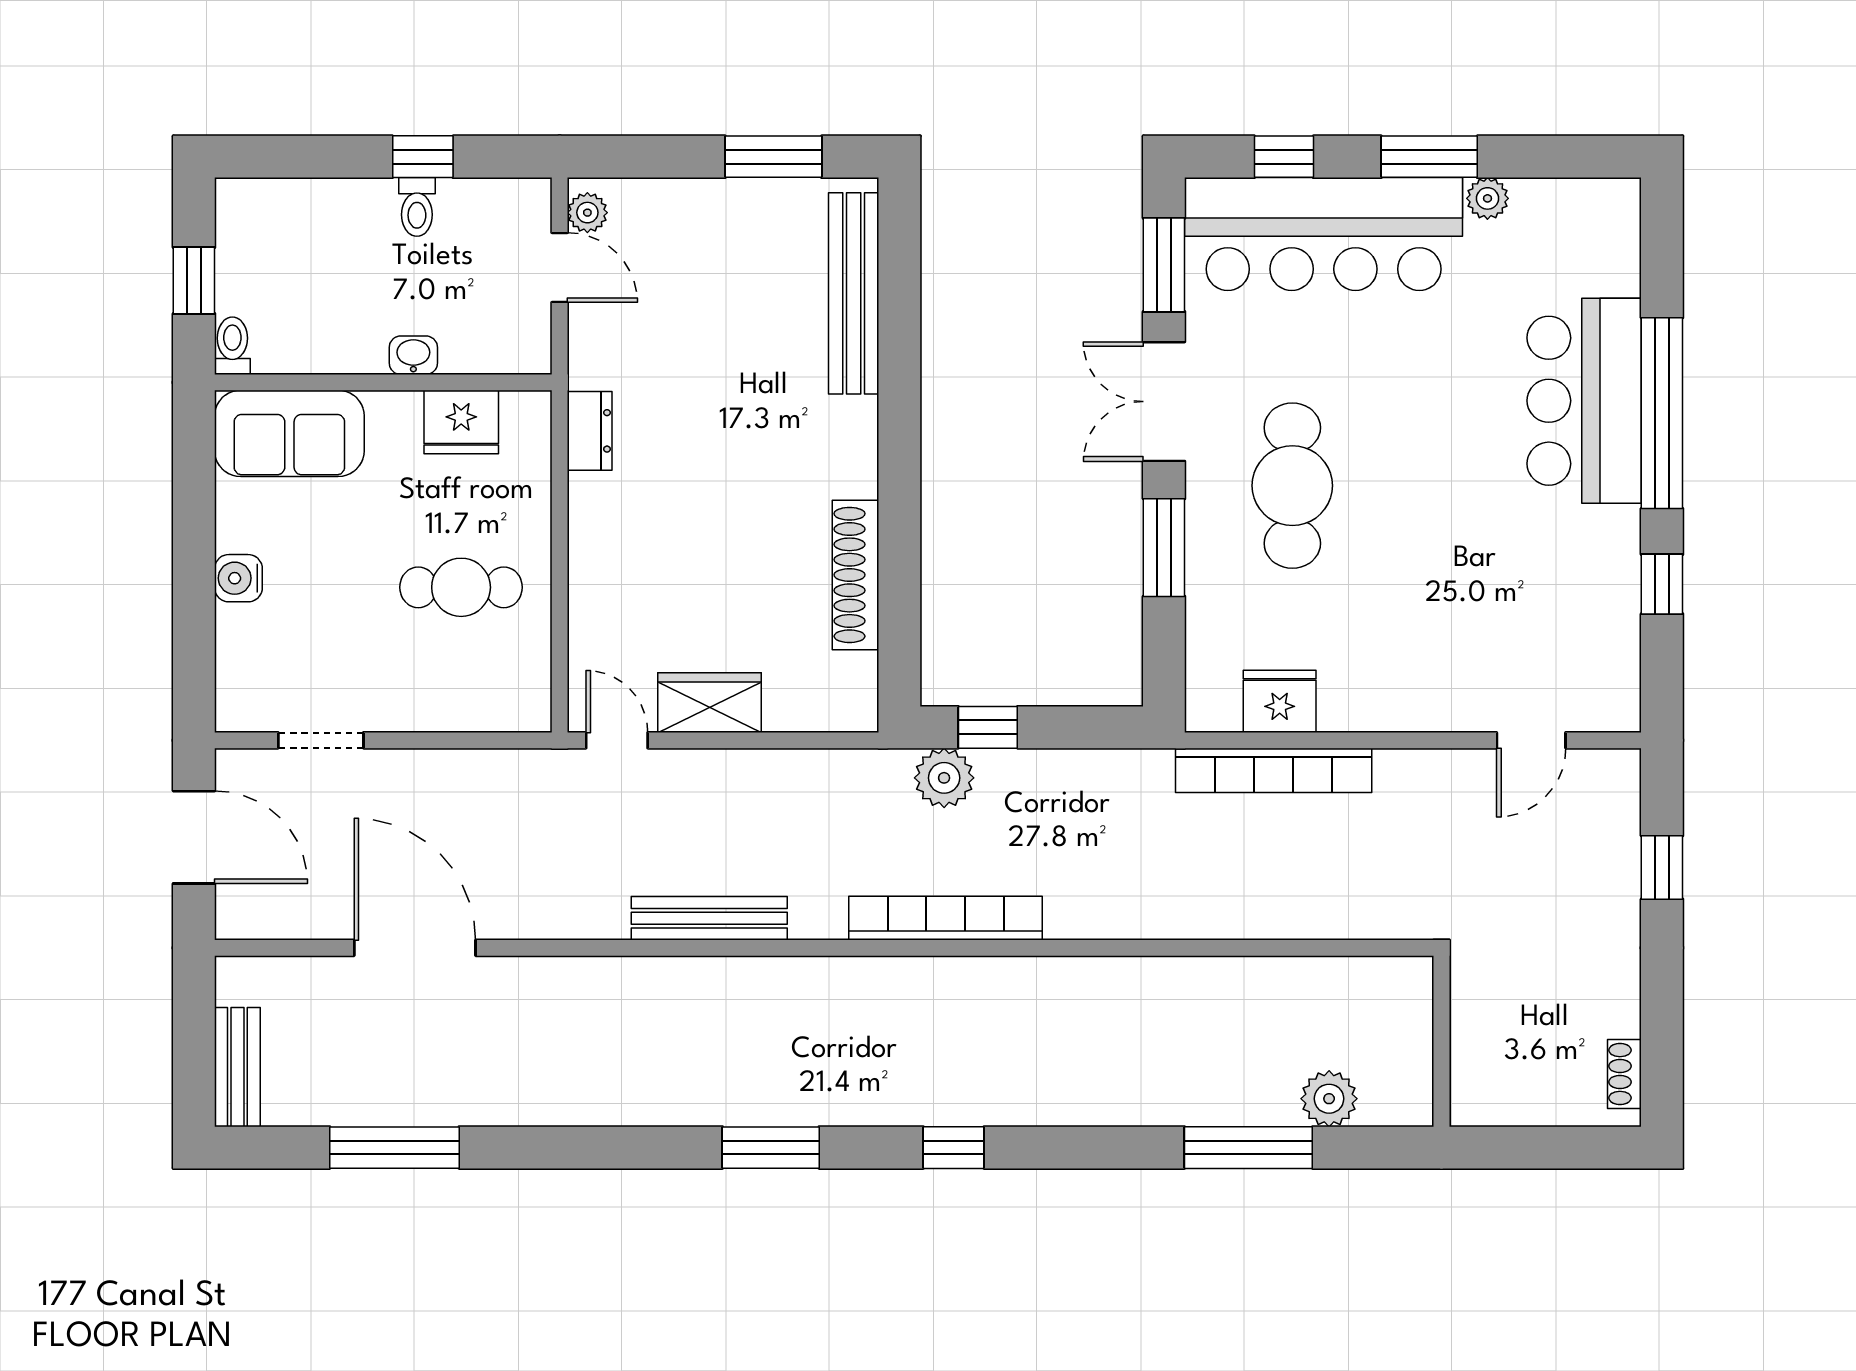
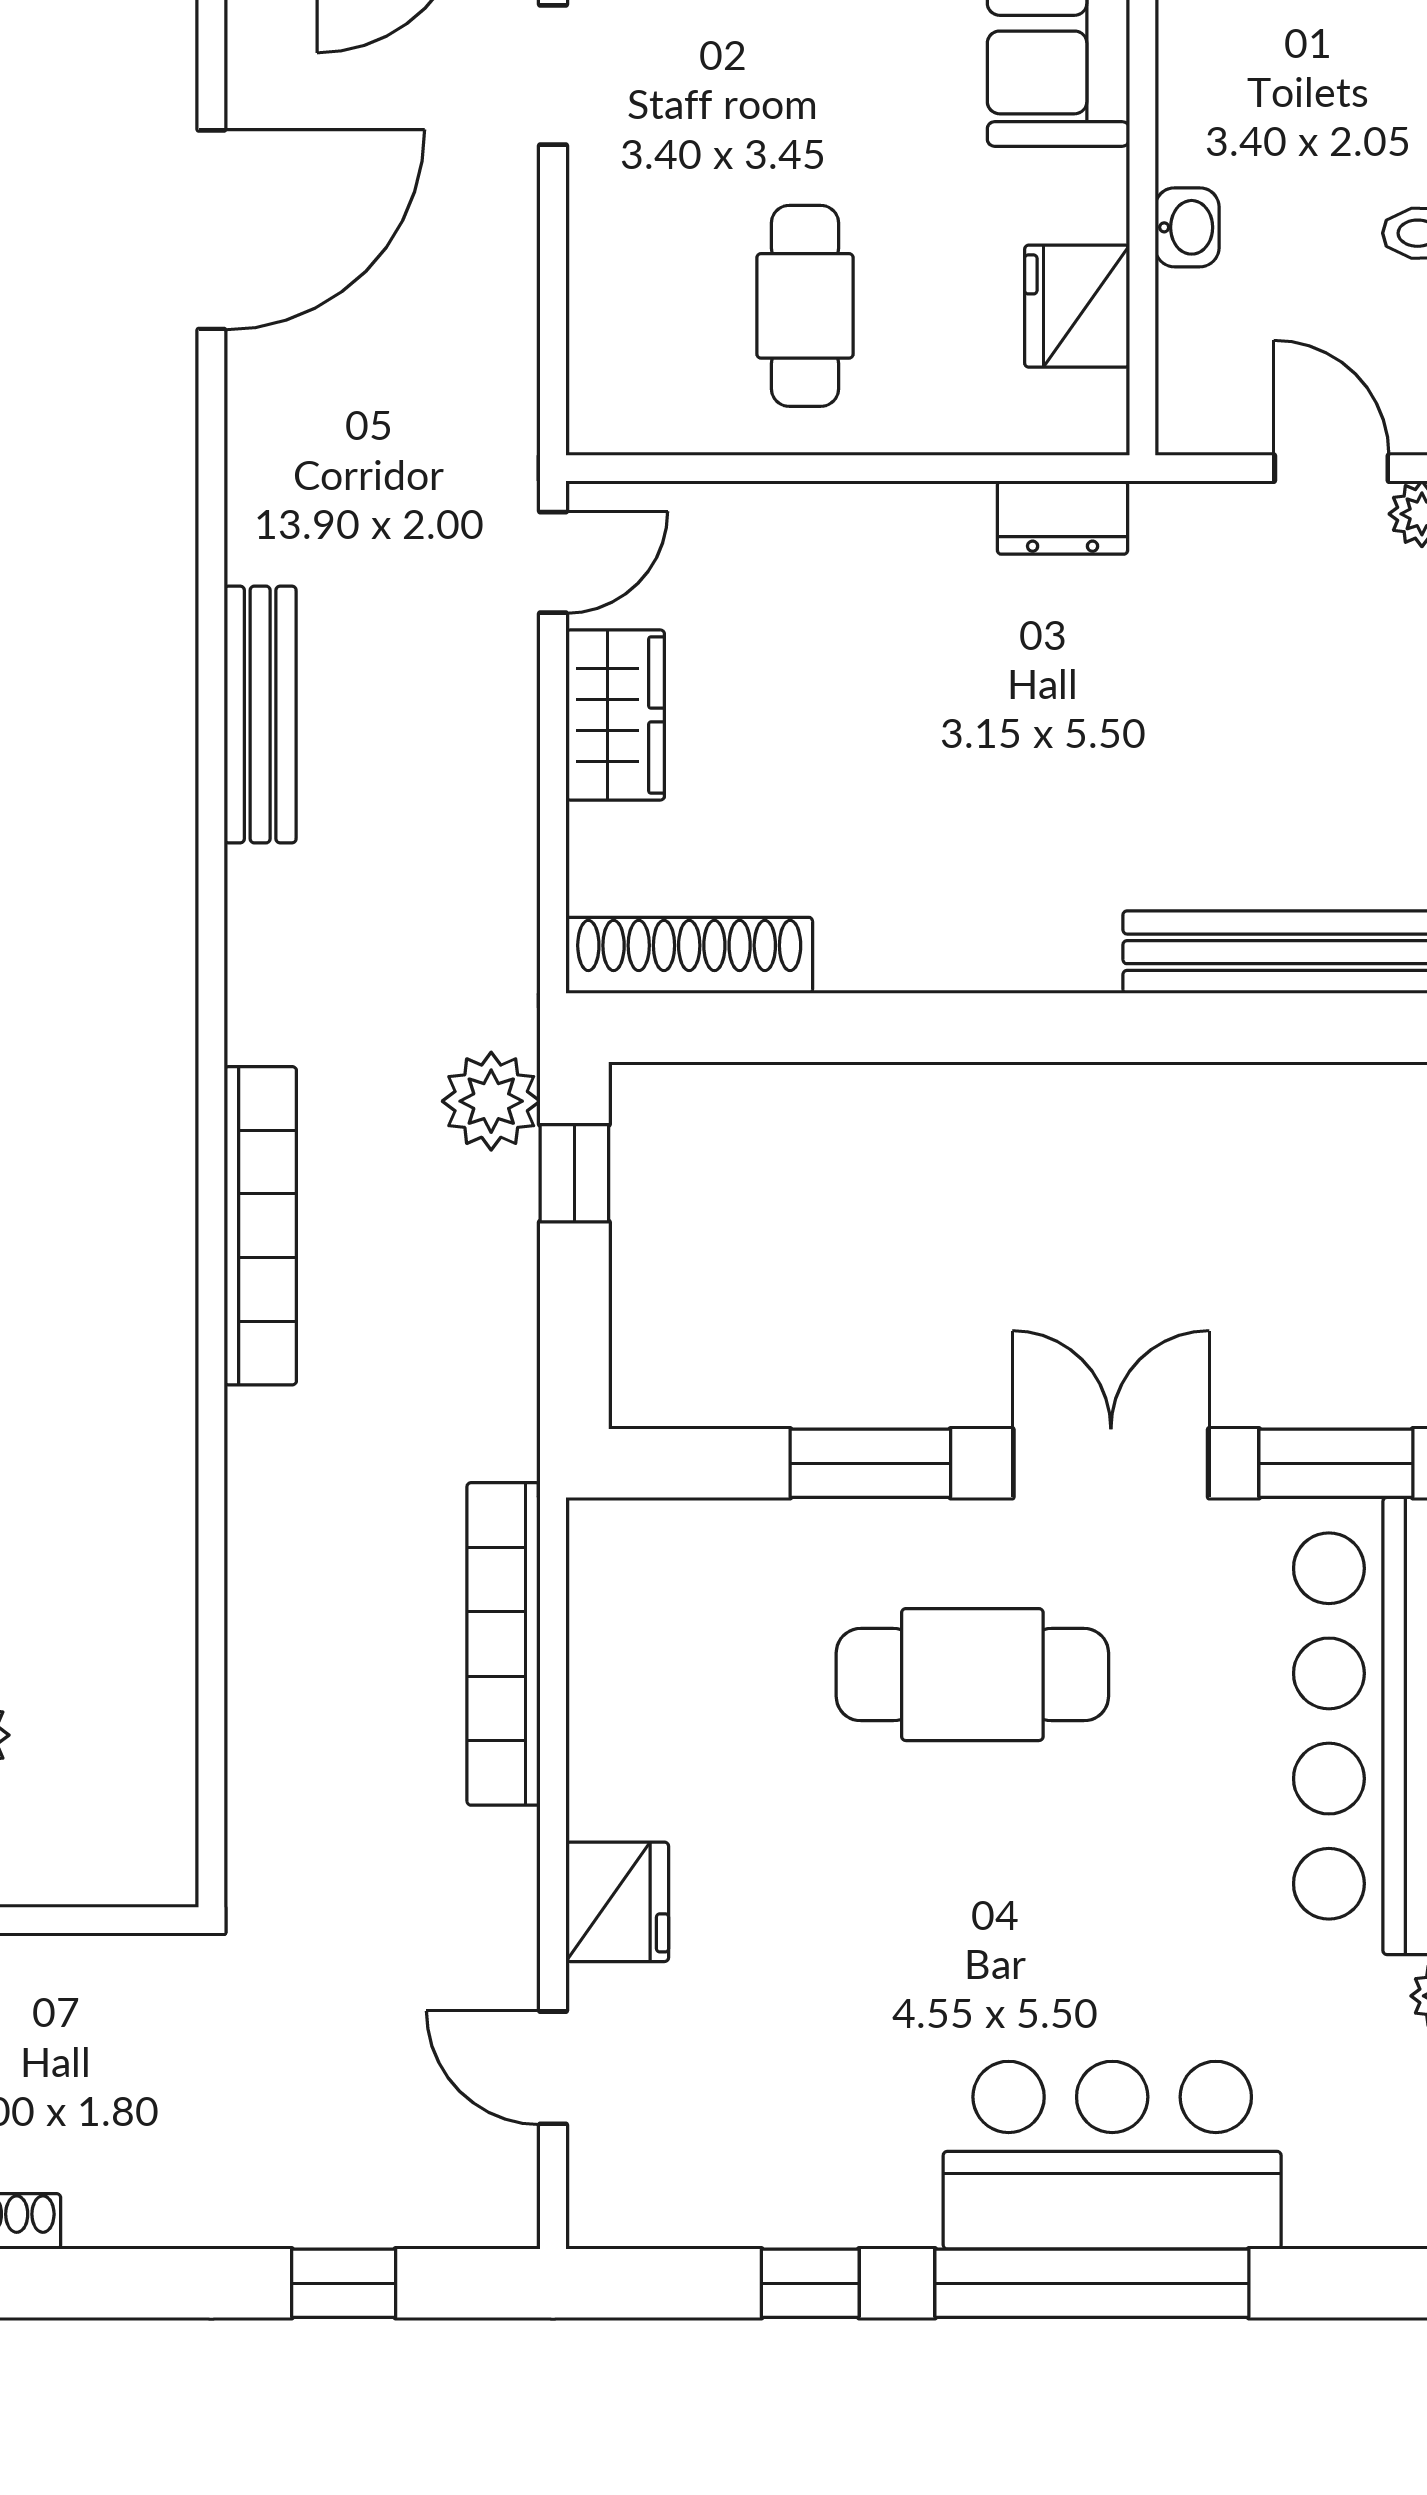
door: (560, 268) -> (1331, 468), swing flipped
shoe rack: (856, 575) -> (689, 955), moved
fridge: (1280, 701) -> (617, 1902), moved
bookcase: (946, 918) -> (260, 1226), moved

